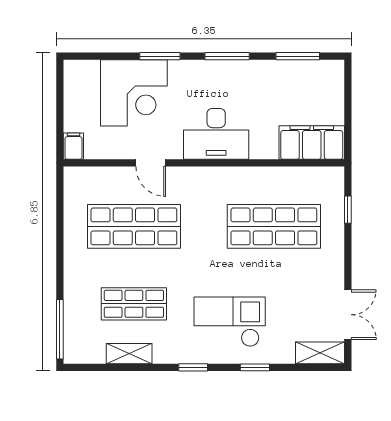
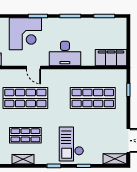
checkout: (230, 322) -> (71, 144), turned -90

